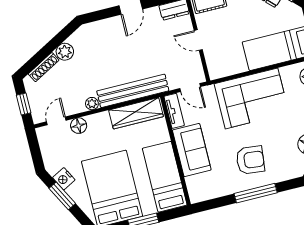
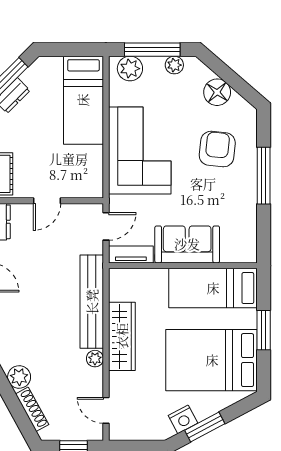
wardrobe: (136, 113) -> (122, 336), moved
floor lamp: (79, 126) -> (119, 383), removed
armchair: (250, 160) -> (217, 149), moved

